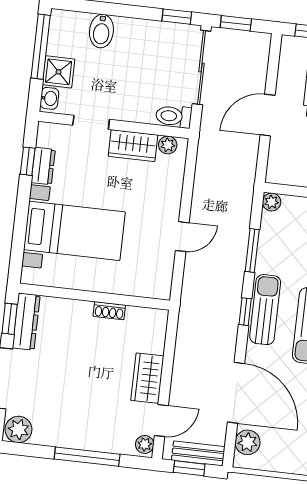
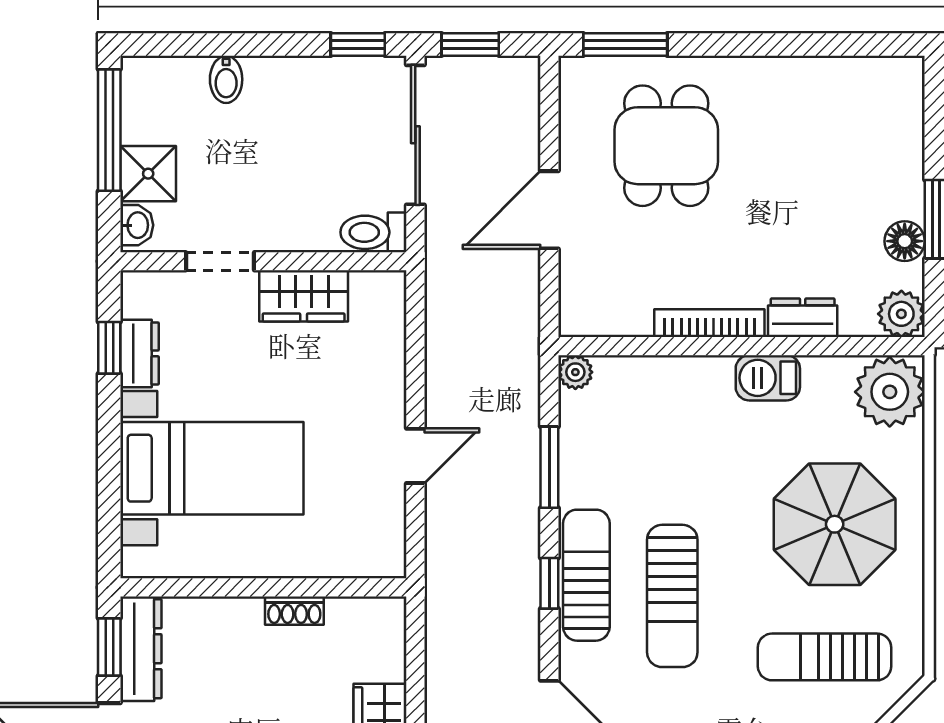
bidet: (101, 31) -> (226, 79), width x0.72, depth x0.74
plant: (168, 145) -> (369, 287), removed

